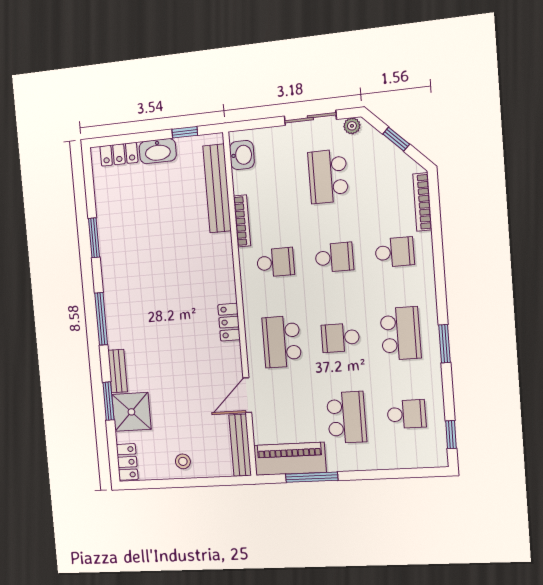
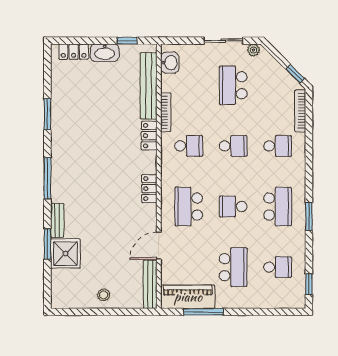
window: (396, 139) -> (295, 74), moved
locker: (127, 462) -> (149, 136), moved, turned 180

